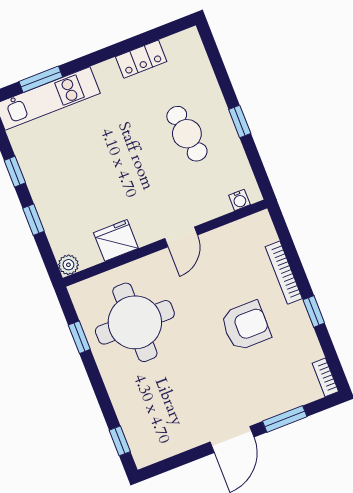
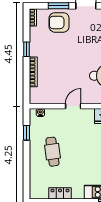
window: (240, 121) -> (26, 133), moved
armchair: (246, 326) -> (59, 22), moved

